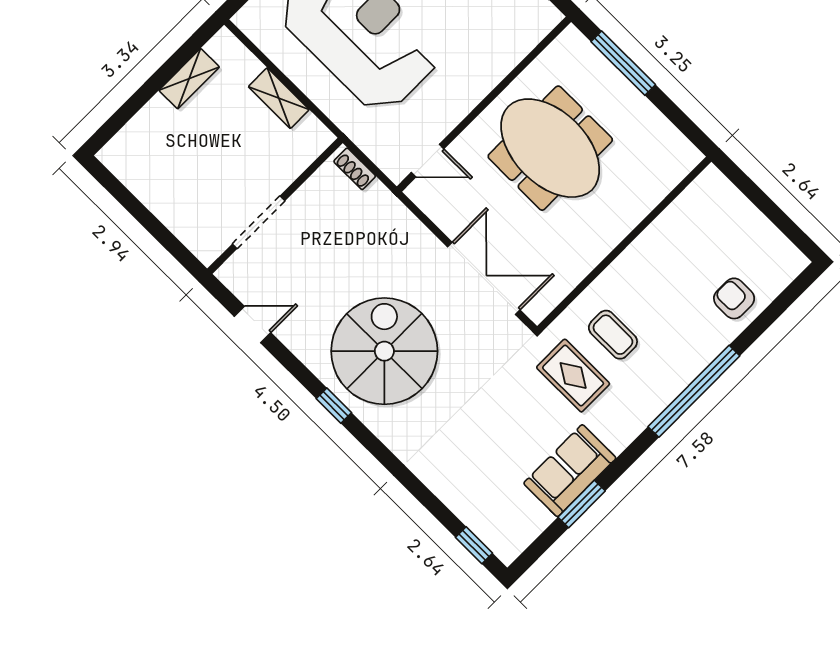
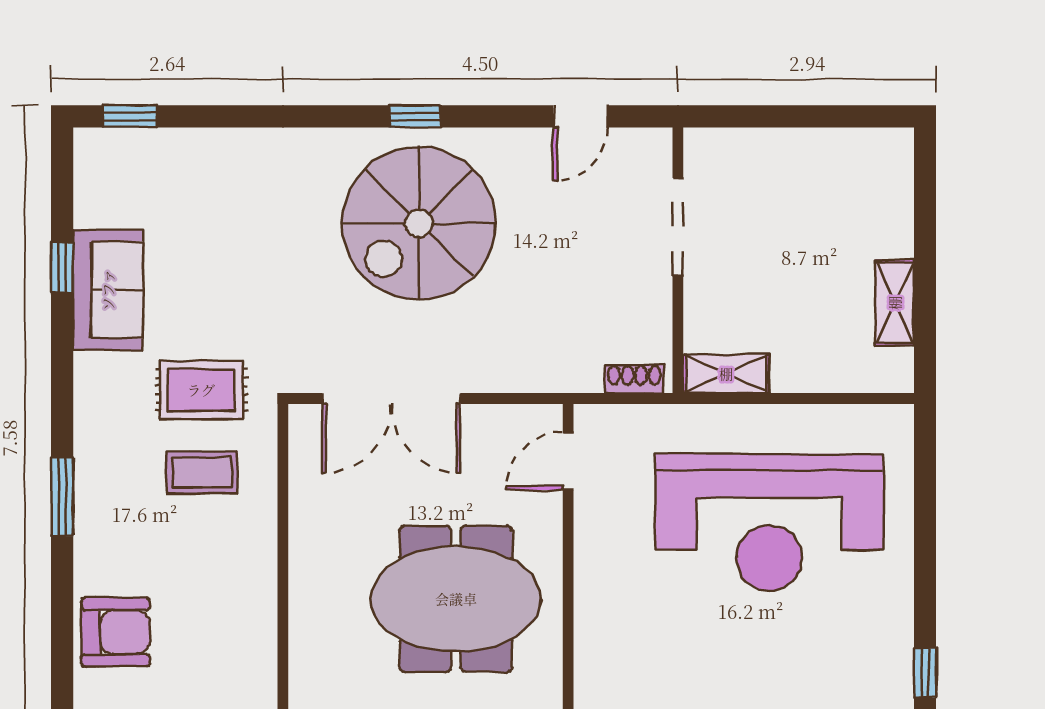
shelving: (279, 98) -> (726, 374), moved
armchair: (734, 298) -> (116, 632), width x1.38, depth x1.38
spiral stairs: (384, 351) -> (419, 223), turned 90
window: (694, 391) -> (62, 497), width x0.47
window: (582, 504) -> (62, 268), width x0.67

